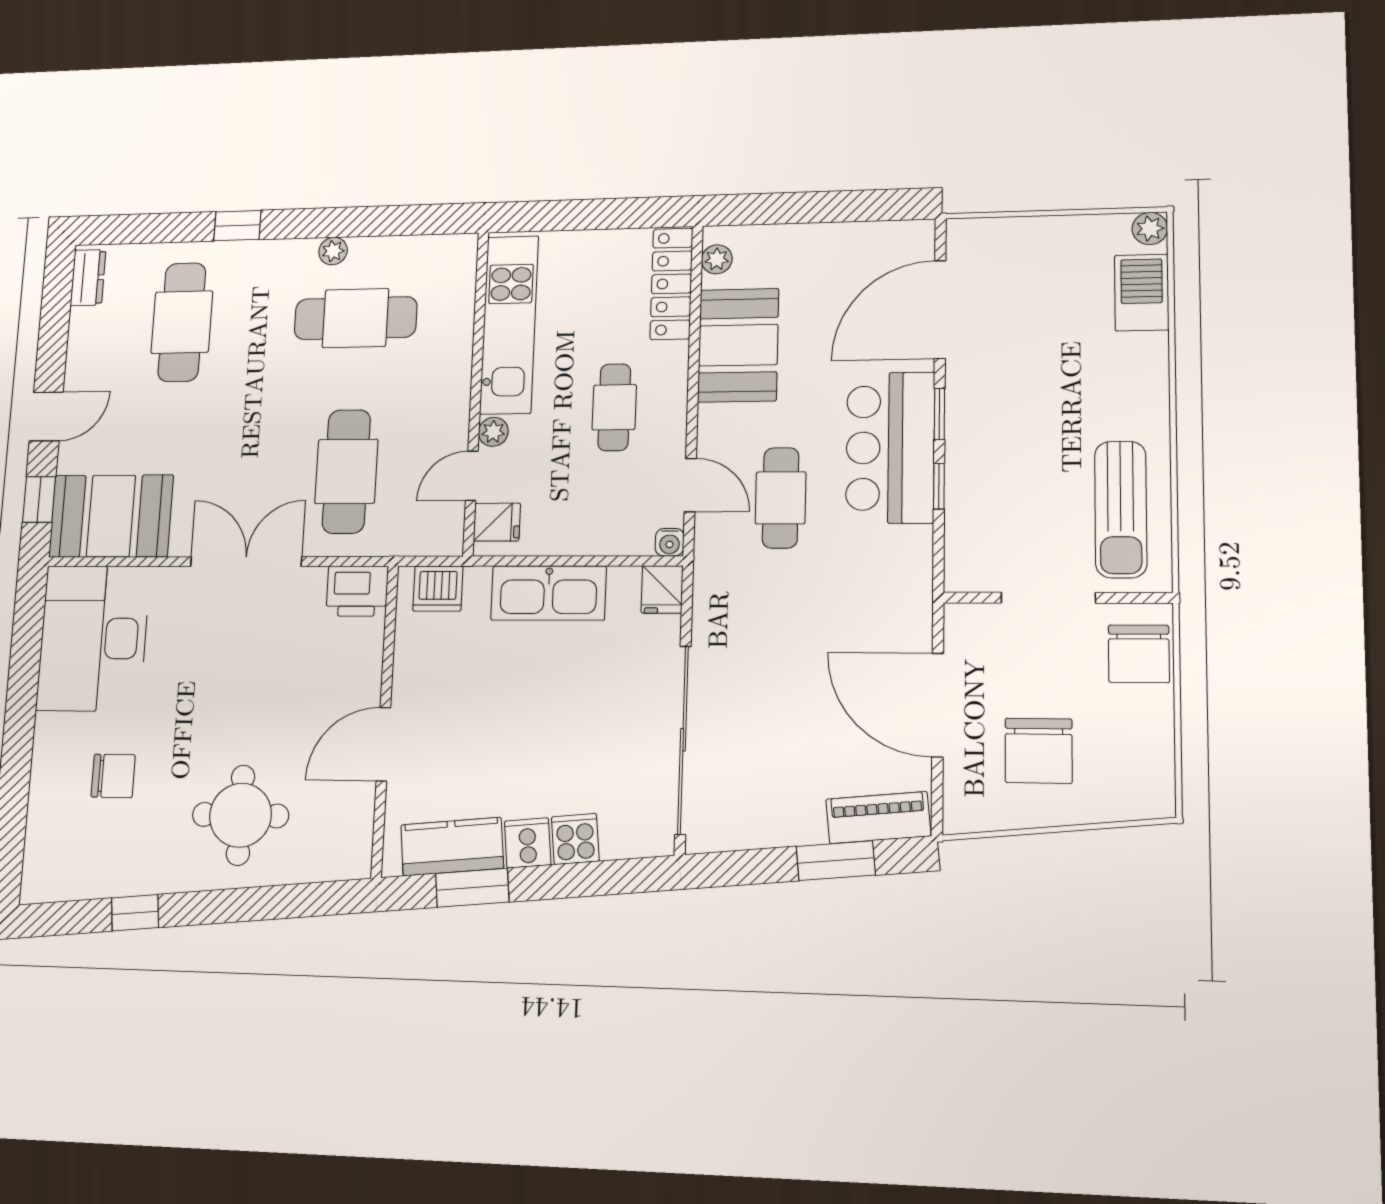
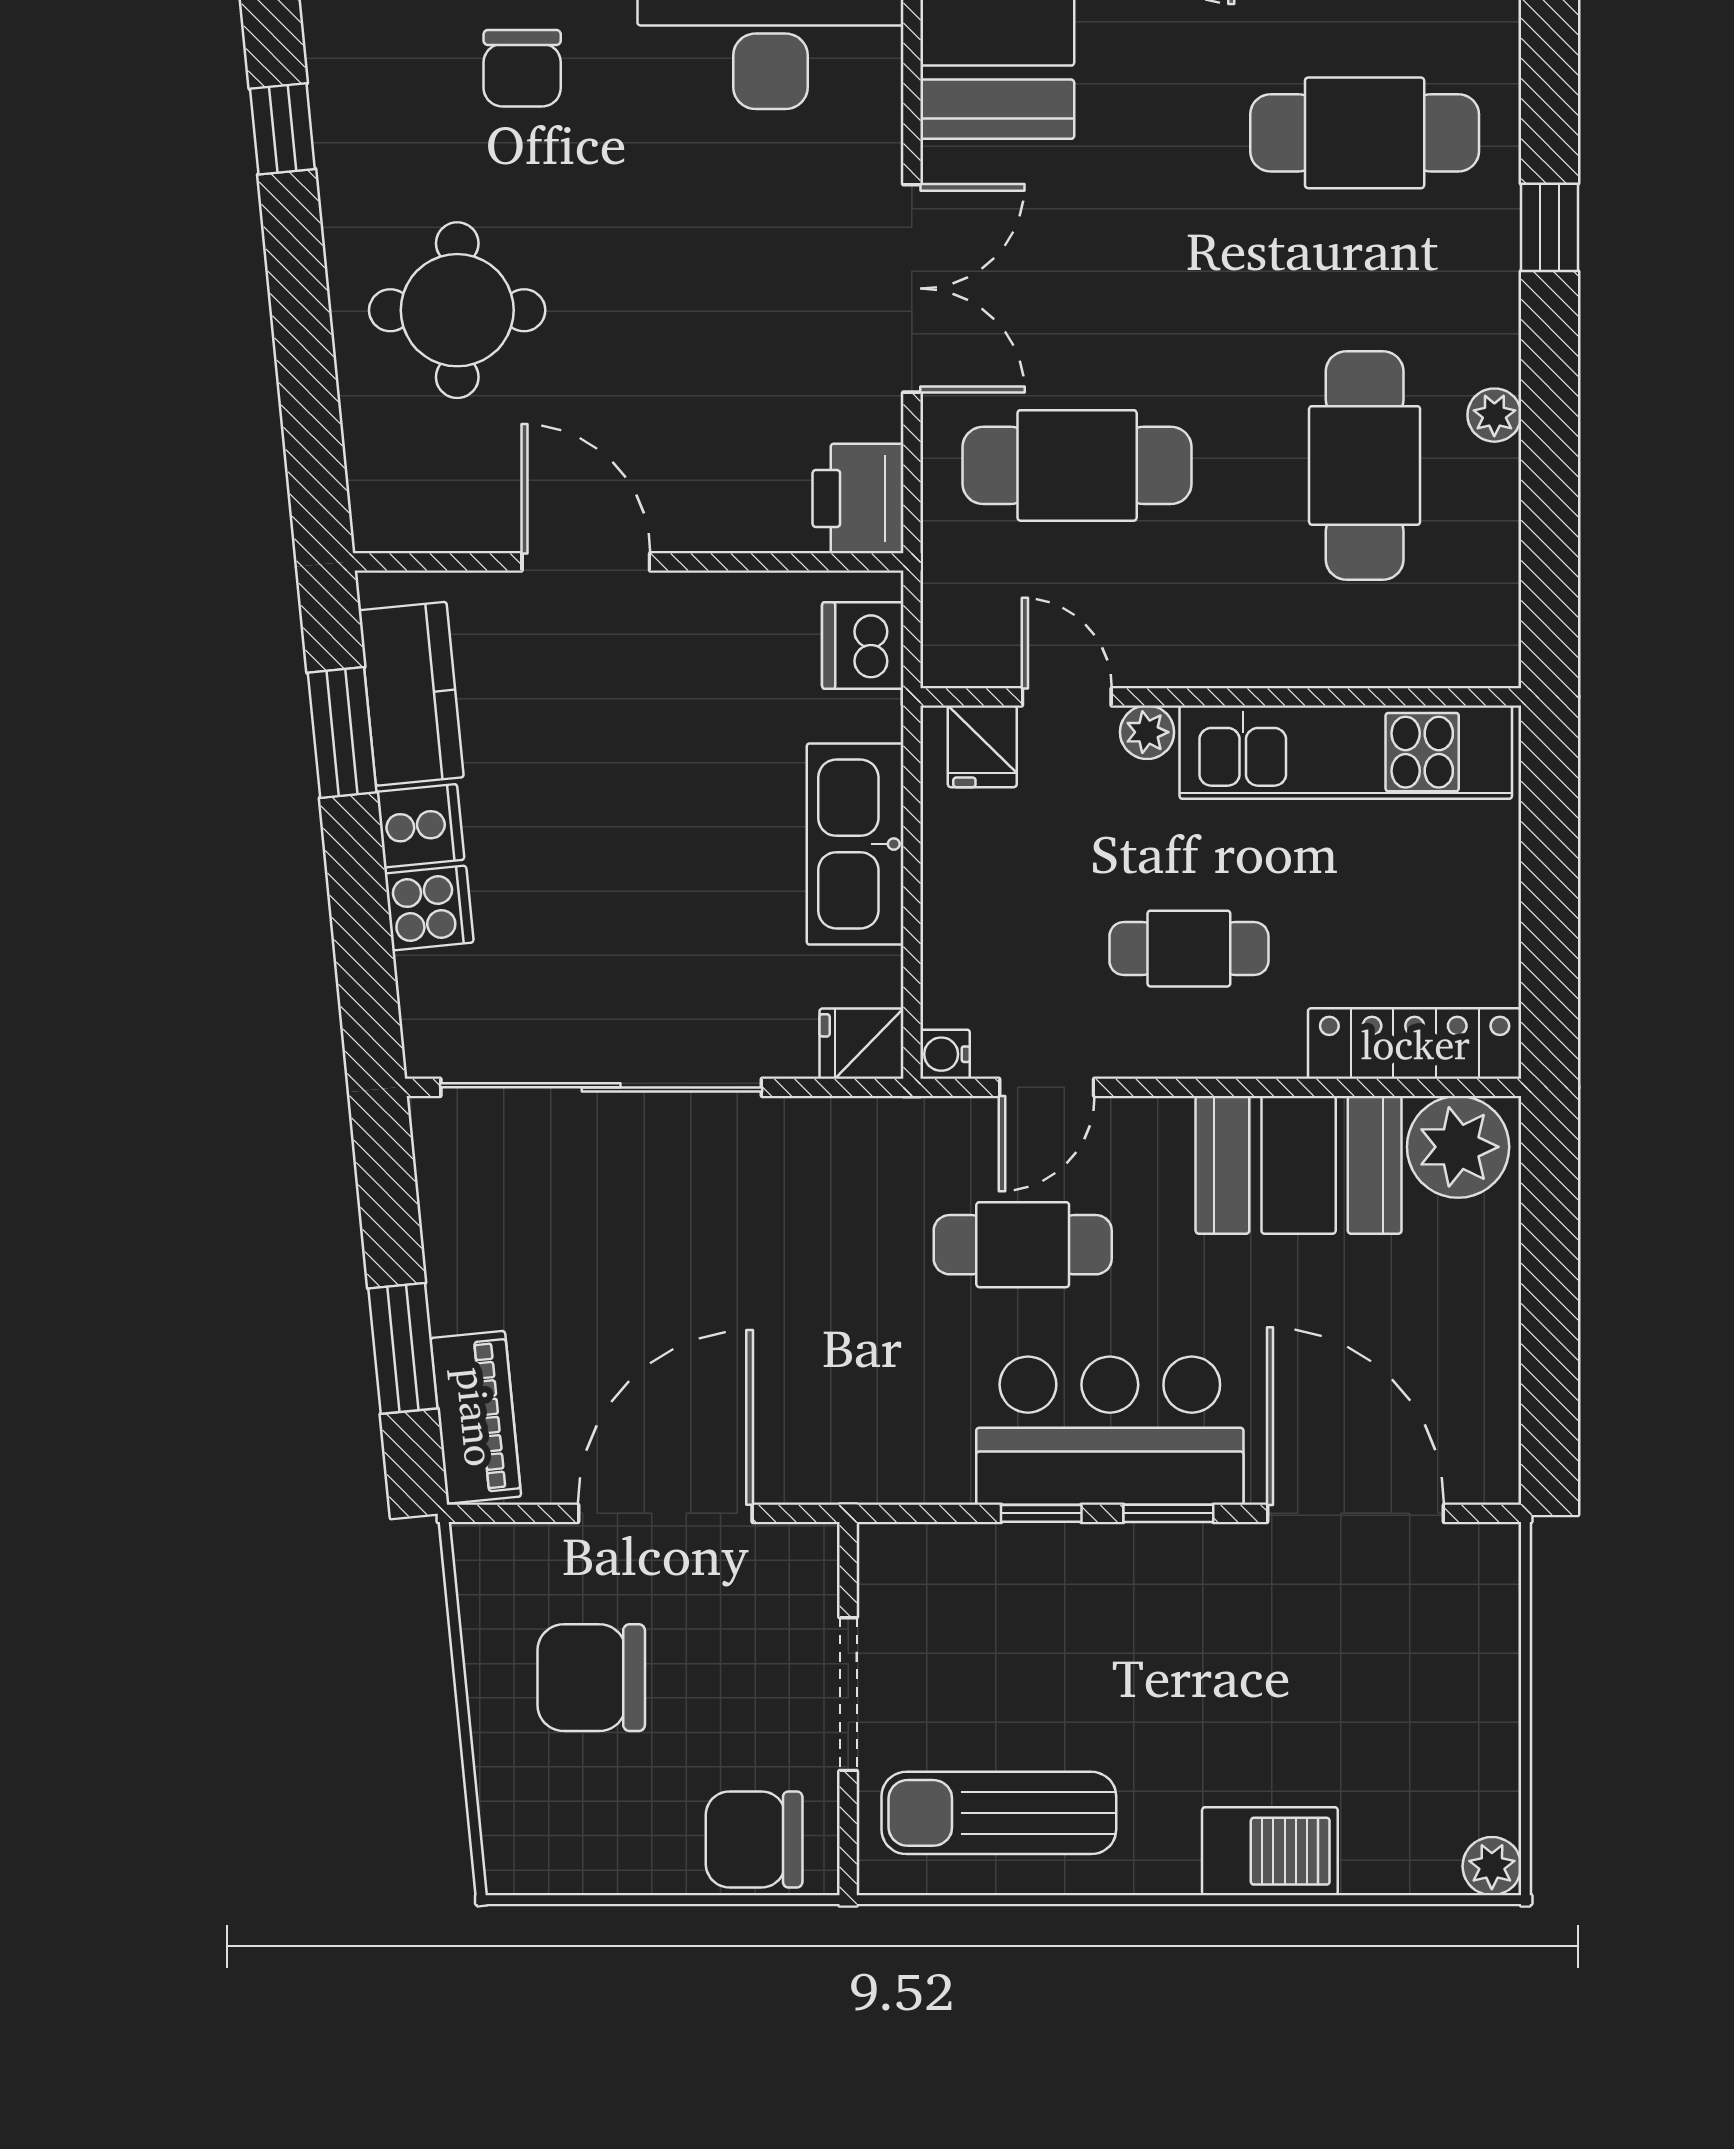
plant: (717, 259) -> (1458, 1147), width x1.88, depth x1.88
barbecue: (1142, 293) -> (1270, 1851), moved

